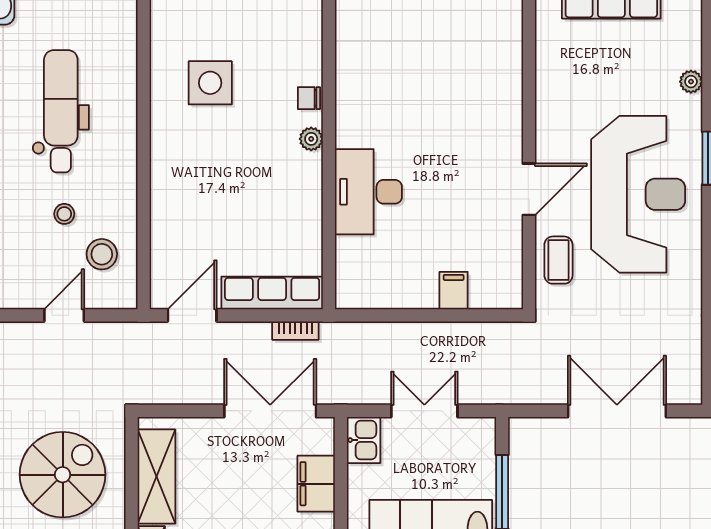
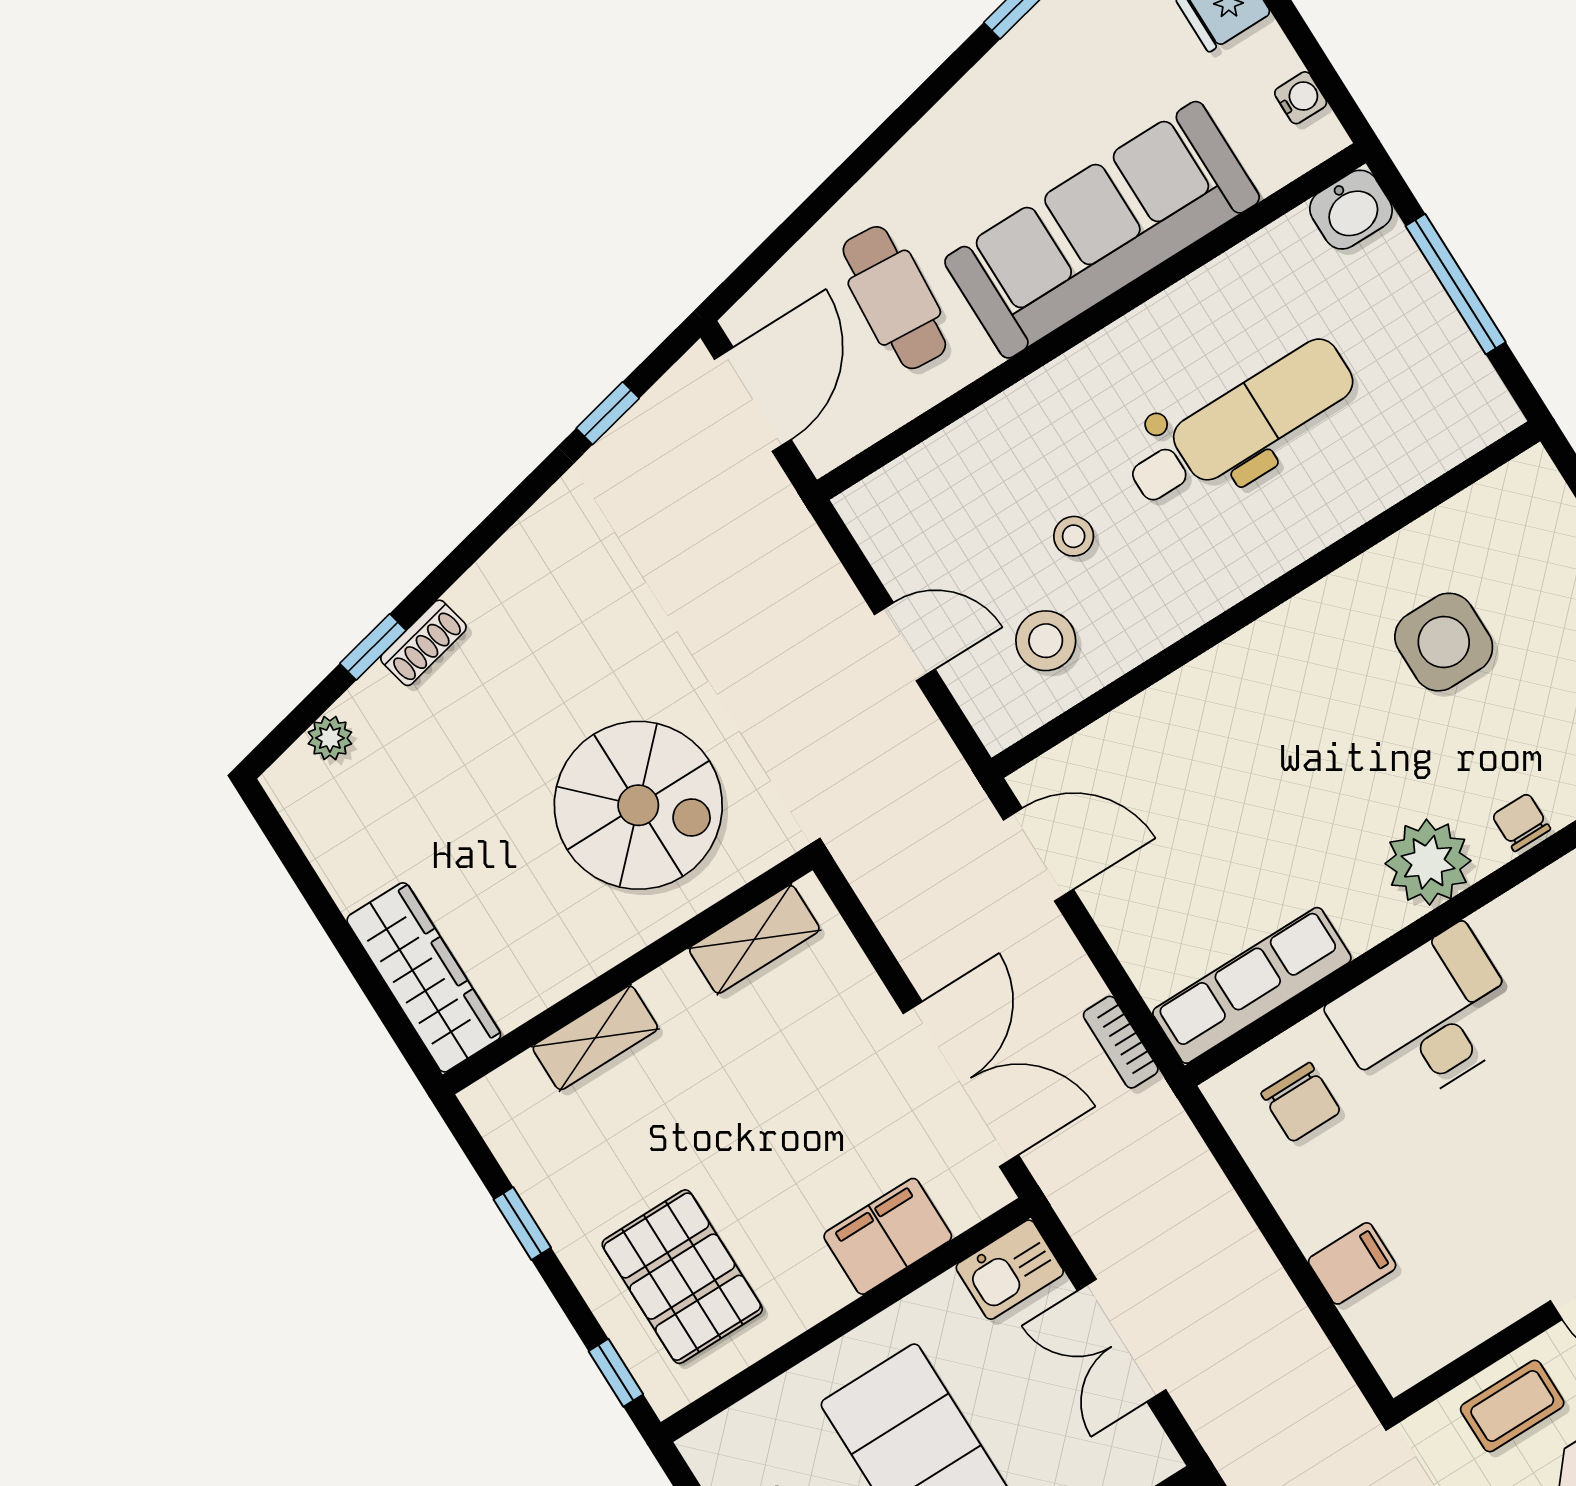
plant: (311, 139) -> (1428, 862), width x1.87, depth x1.87
chair: (370, 269) -> (1301, 1102), added
row of seats: (272, 293) -> (1252, 985), moved, turned -90
double door: (424, 411) -> (1122, 1340), swing flipped
shelving: (156, 477) -> (754, 939), width x0.67, depth x0.75

